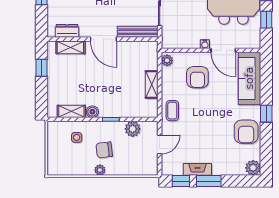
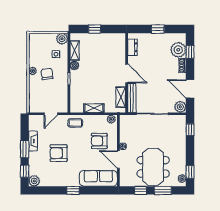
door: (103, 39) -> (127, 73), swing flipped
shelving: (70, 47) -> (121, 97), moved
door: (223, 50) -> (118, 159), hinge flipped
window: (42, 68) -> (95, 29), moved
plant: (133, 129) -> (62, 39), moved
armchair: (246, 132) -> (59, 153), moved
door: (160, 145) -> (51, 114), hinge flipped
window: (181, 181) -> (25, 171), moved

